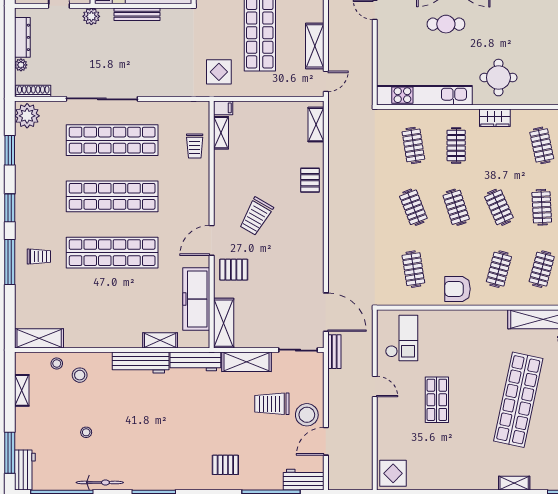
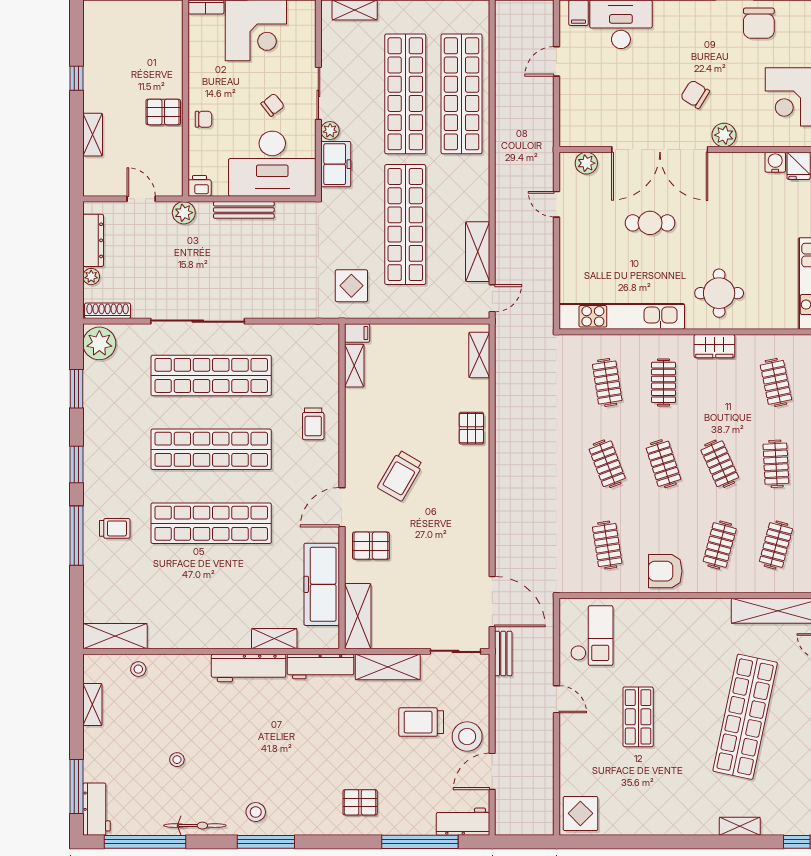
trolley: (195, 146) -> (313, 424), moved
stool: (80, 375) -> (256, 812), moved

